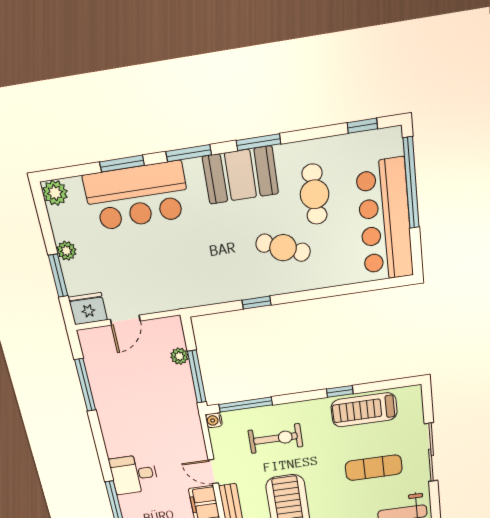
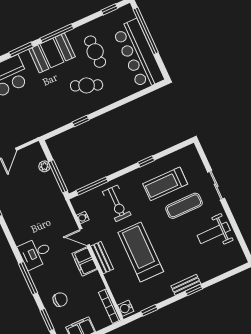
window: (258, 142) -> (57, 33), width x1.44
treadmill: (364, 410) -> (165, 184), moved
water cooler: (214, 420) -> (83, 218), moved
exercise bike: (276, 438) -> (117, 203), turned 90
sliding door: (431, 452) -> (216, 185), width x0.73

